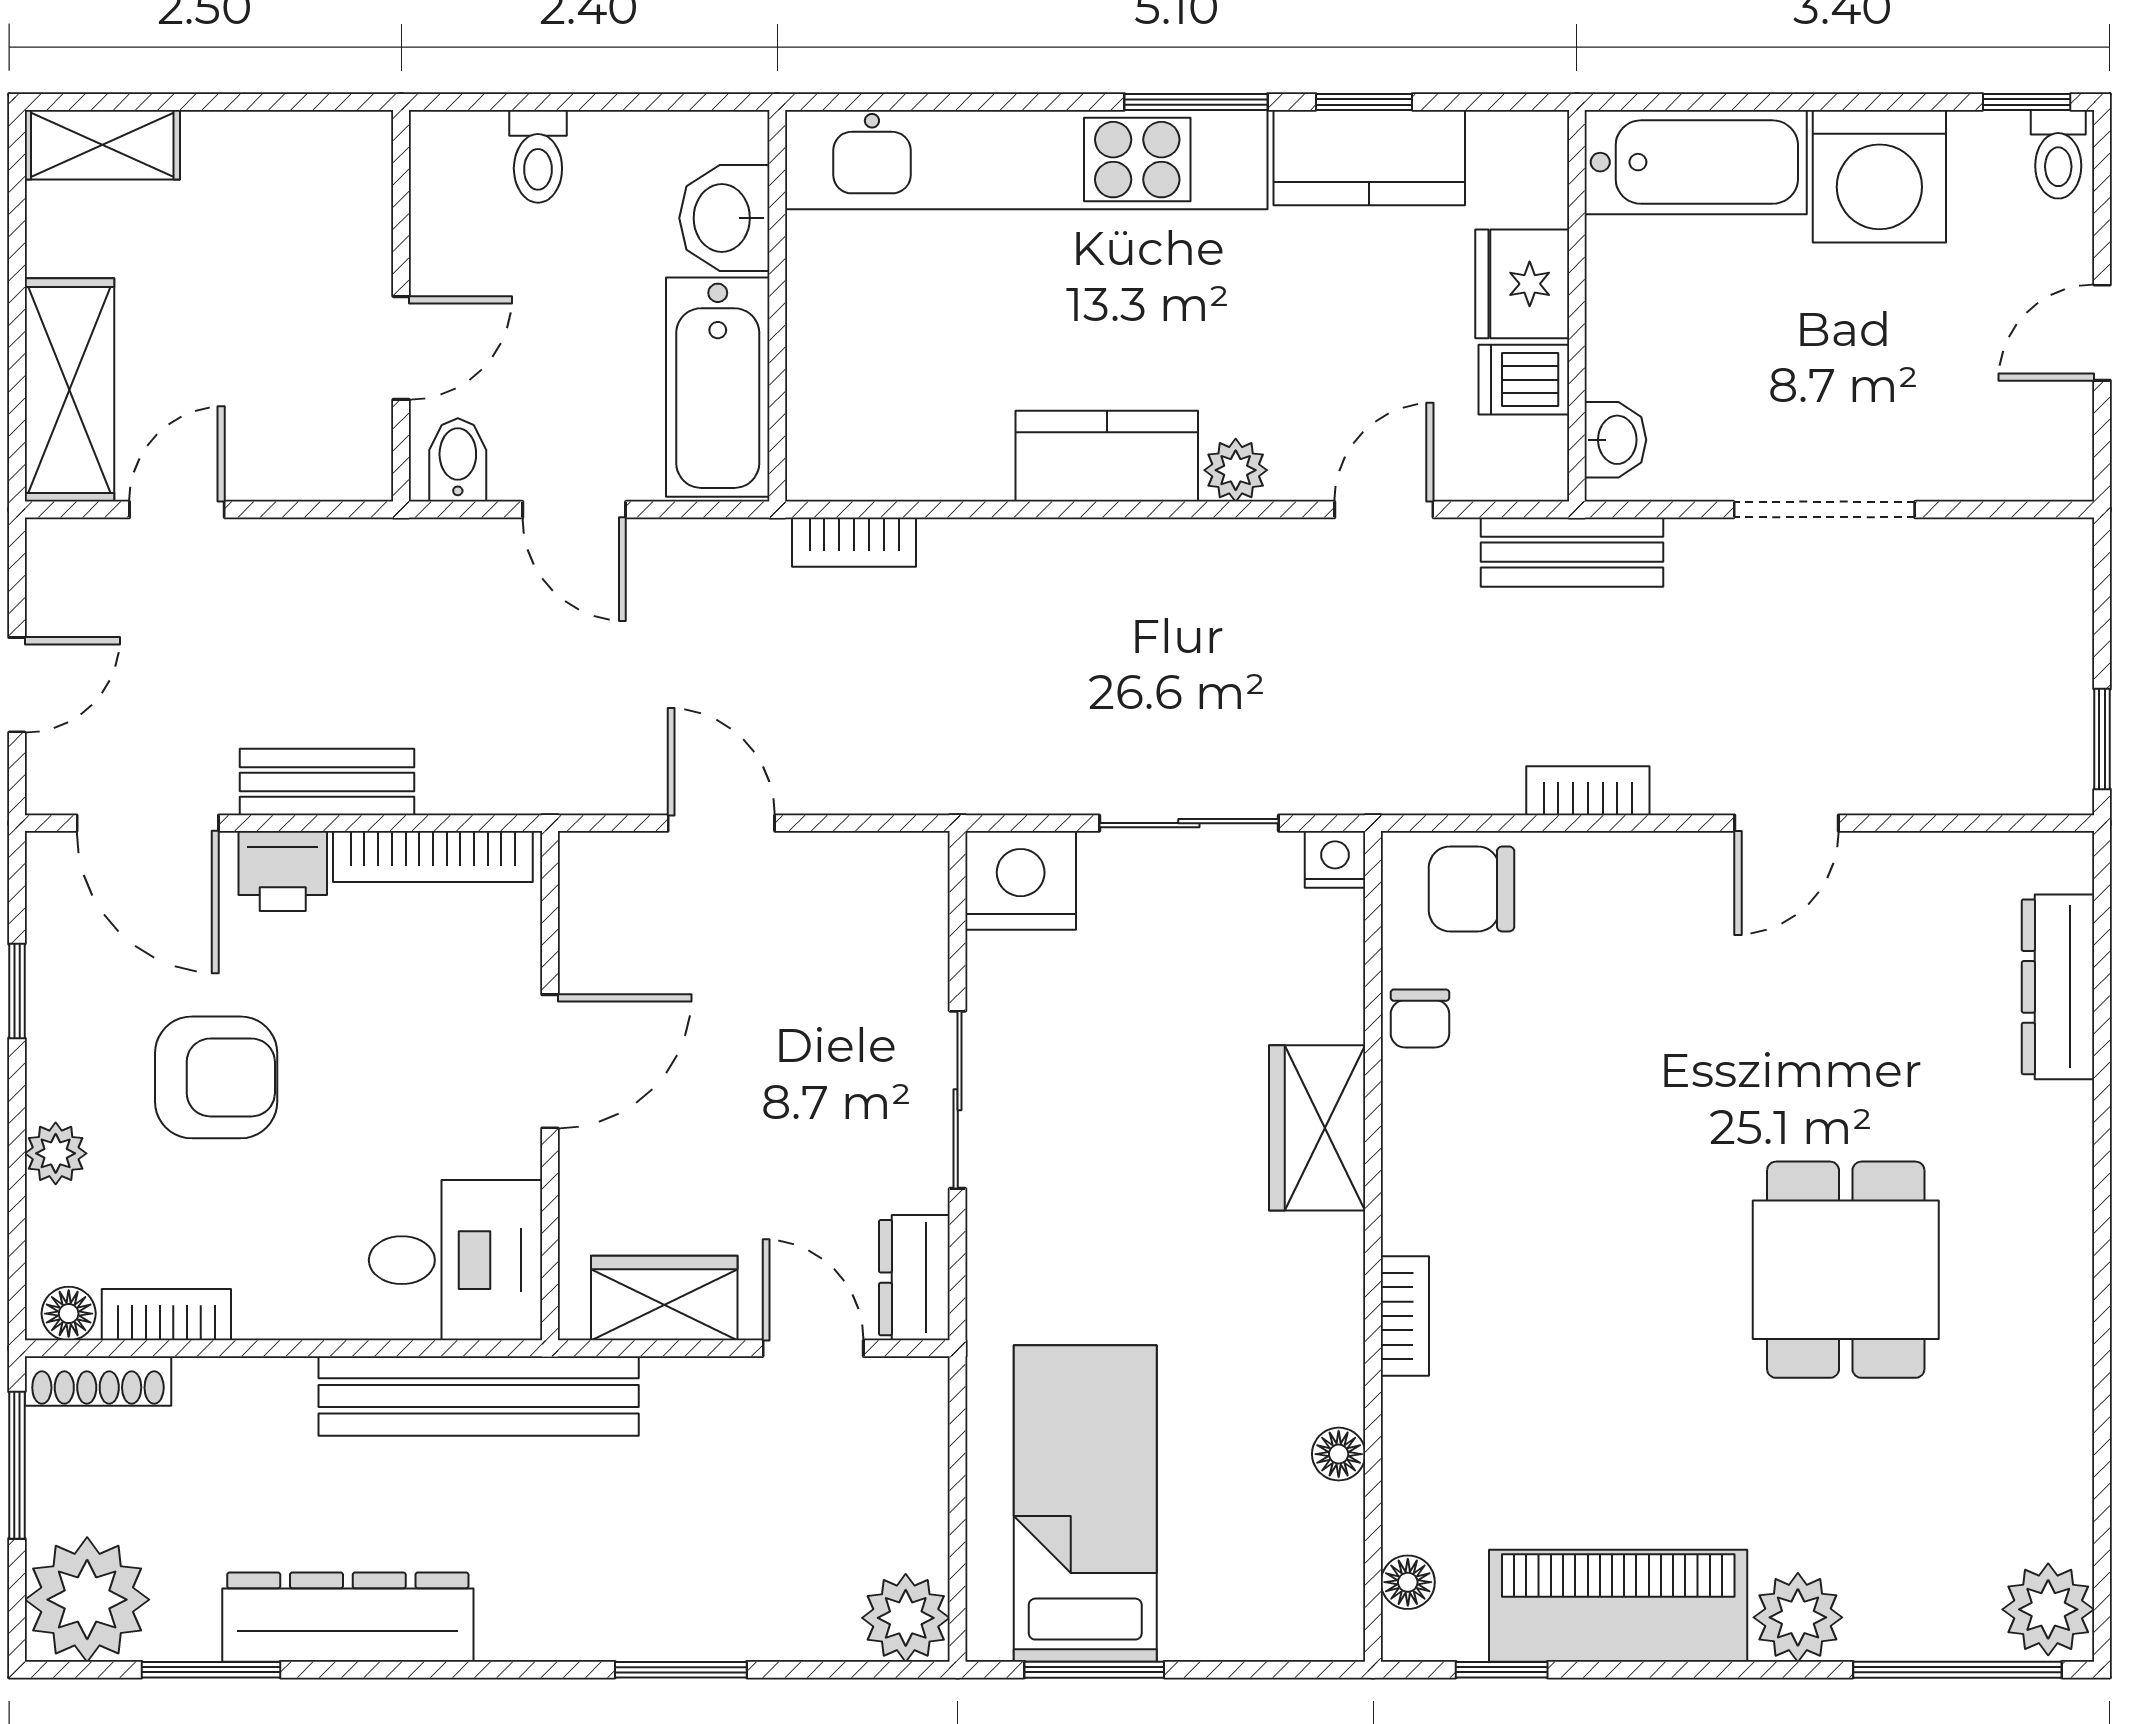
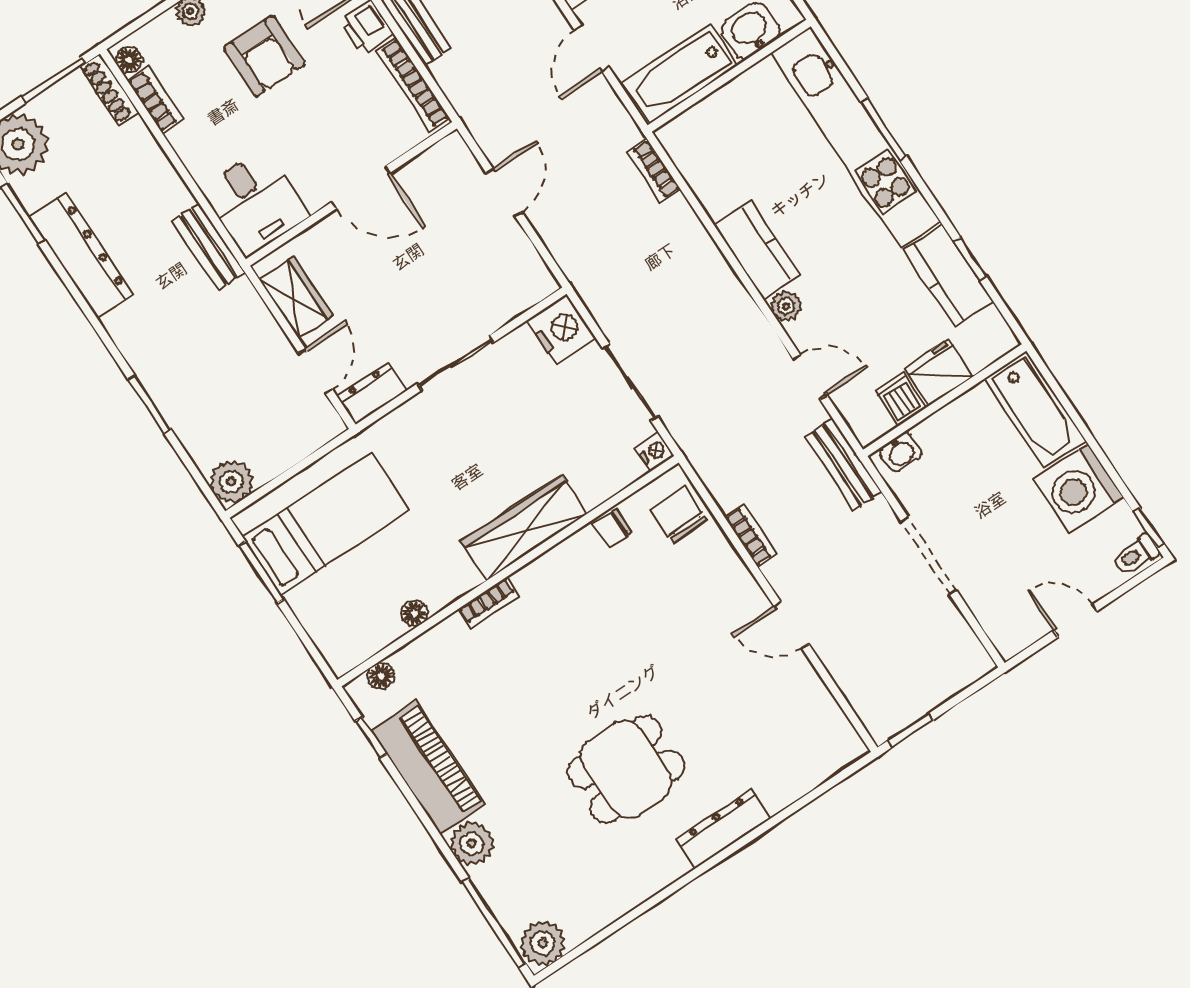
window: (1196, 102) -> (884, 129), moved
dresser: (2058, 987) -> (724, 829), moved
wardrobe: (1317, 1128) -> (524, 528), width x1.50
bench: (479, 1396) -> (209, 247), width x0.54, depth x0.82

